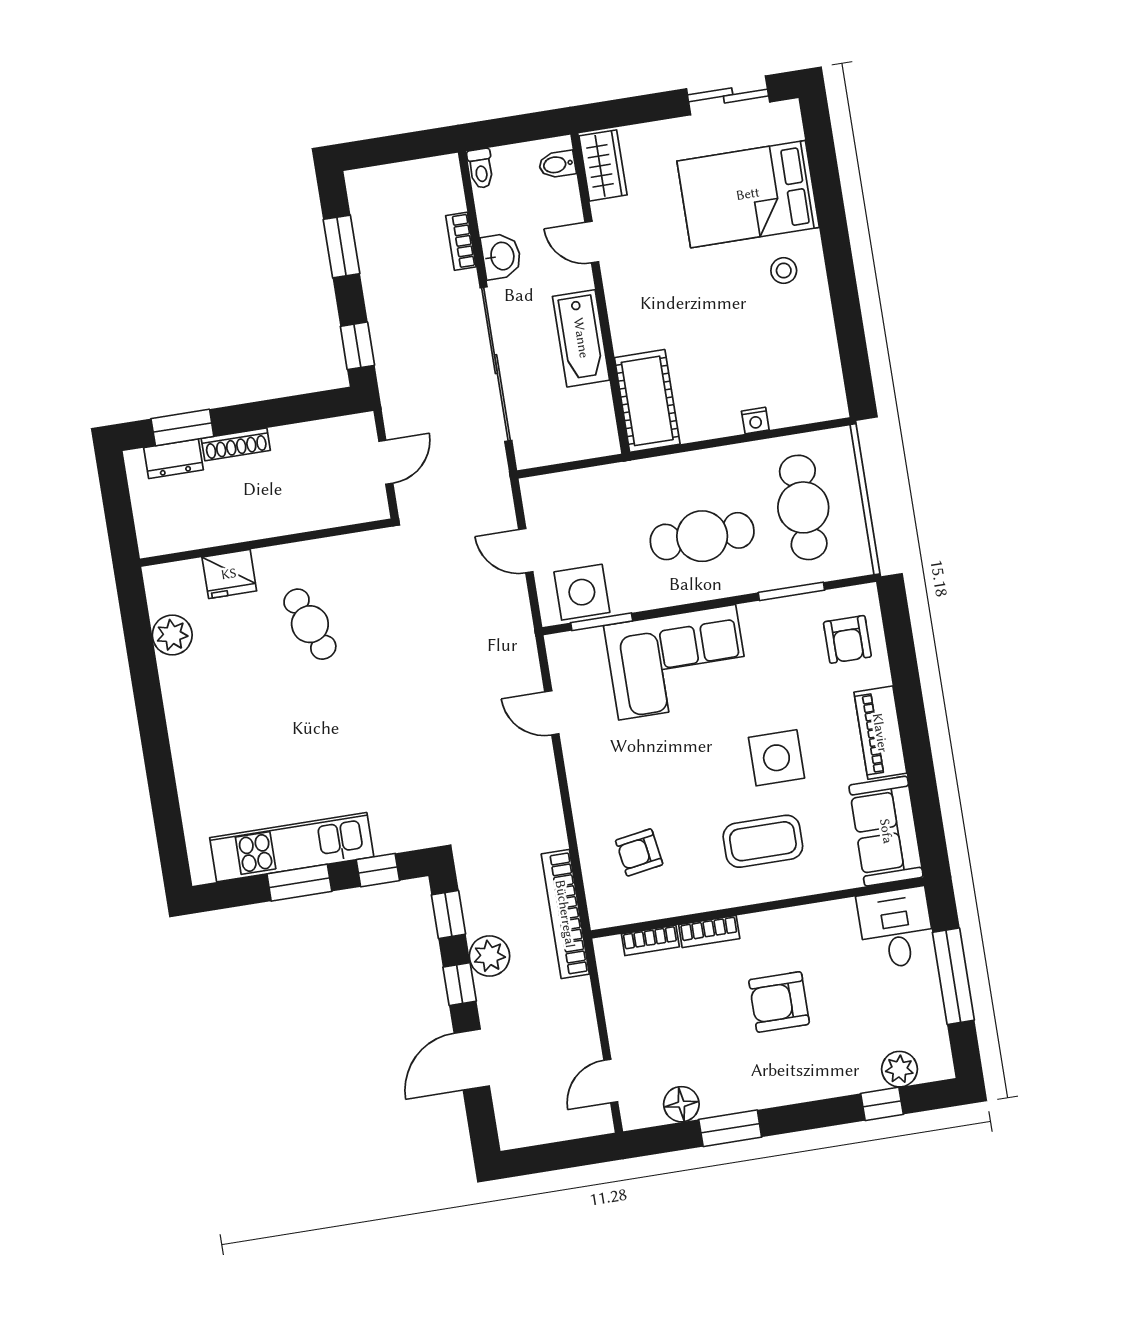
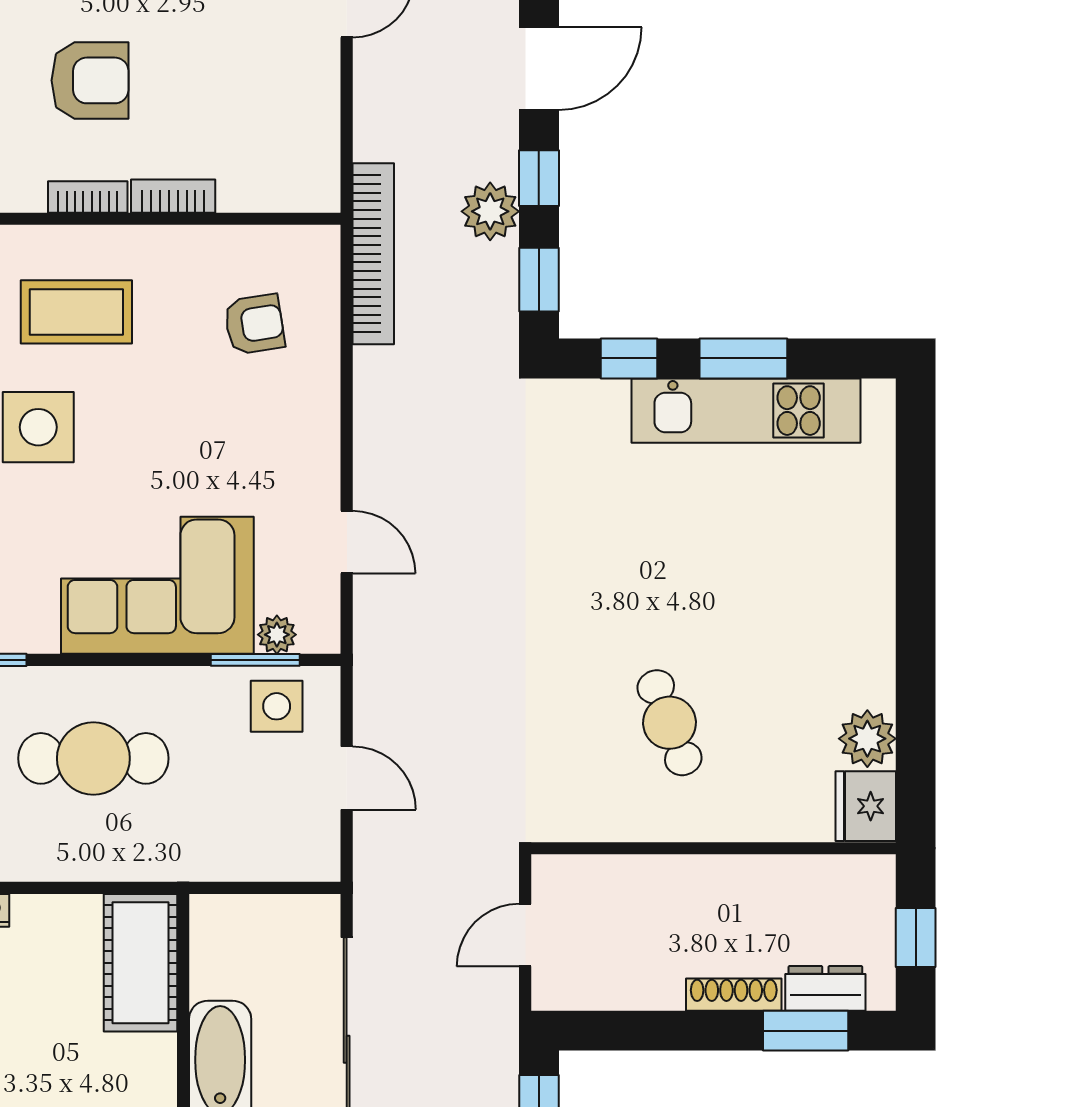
window: (117, 504) -> (916, 938), added
fridge: (229, 574) -> (866, 806), moved, turned -90
side table: (582, 592) -> (277, 706), width x0.73, depth x0.73
plant: (590, 641) -> (277, 635), added
bookcase: (650, 940) -> (88, 197), moved

